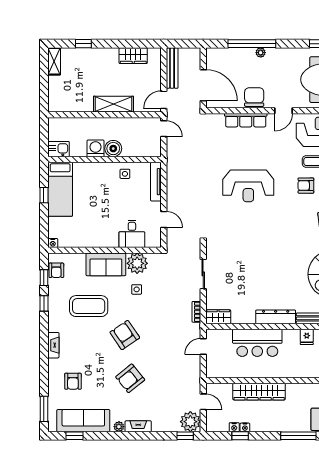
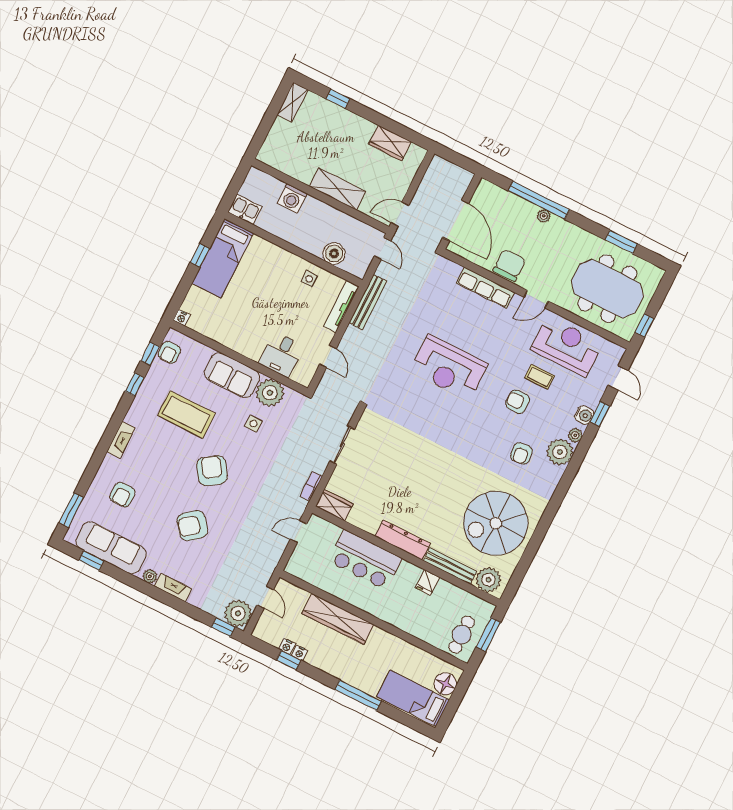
bench: (172, 68) -> (368, 302), moved
washing machine: (95, 148) -> (292, 198), moved, turned 180
boiler: (113, 149) -> (334, 254), moved

